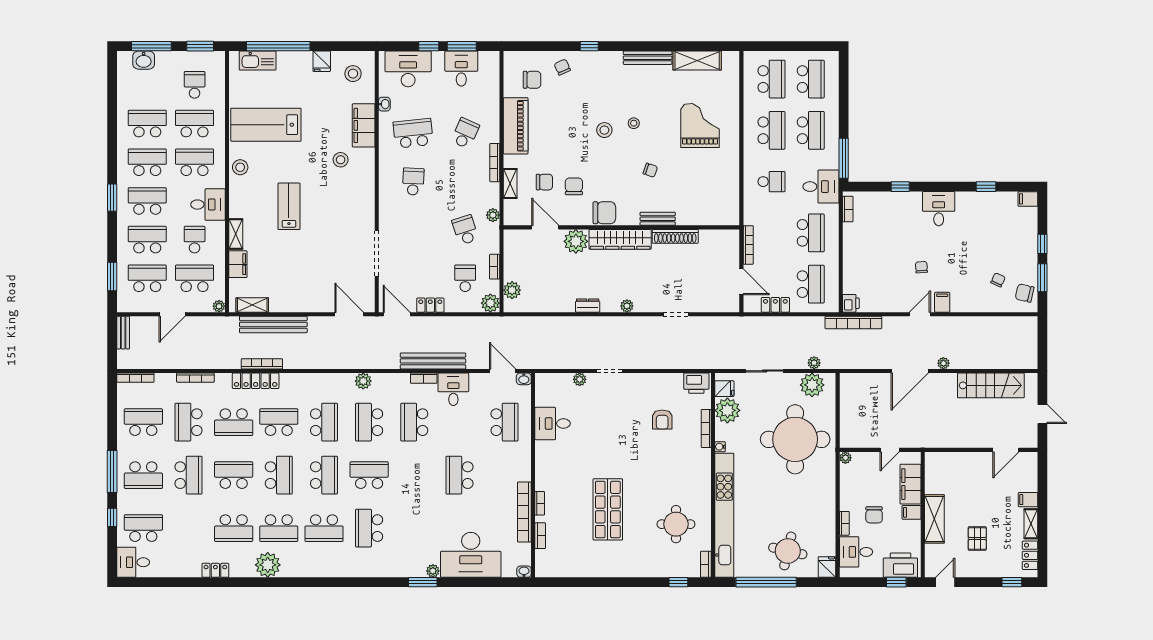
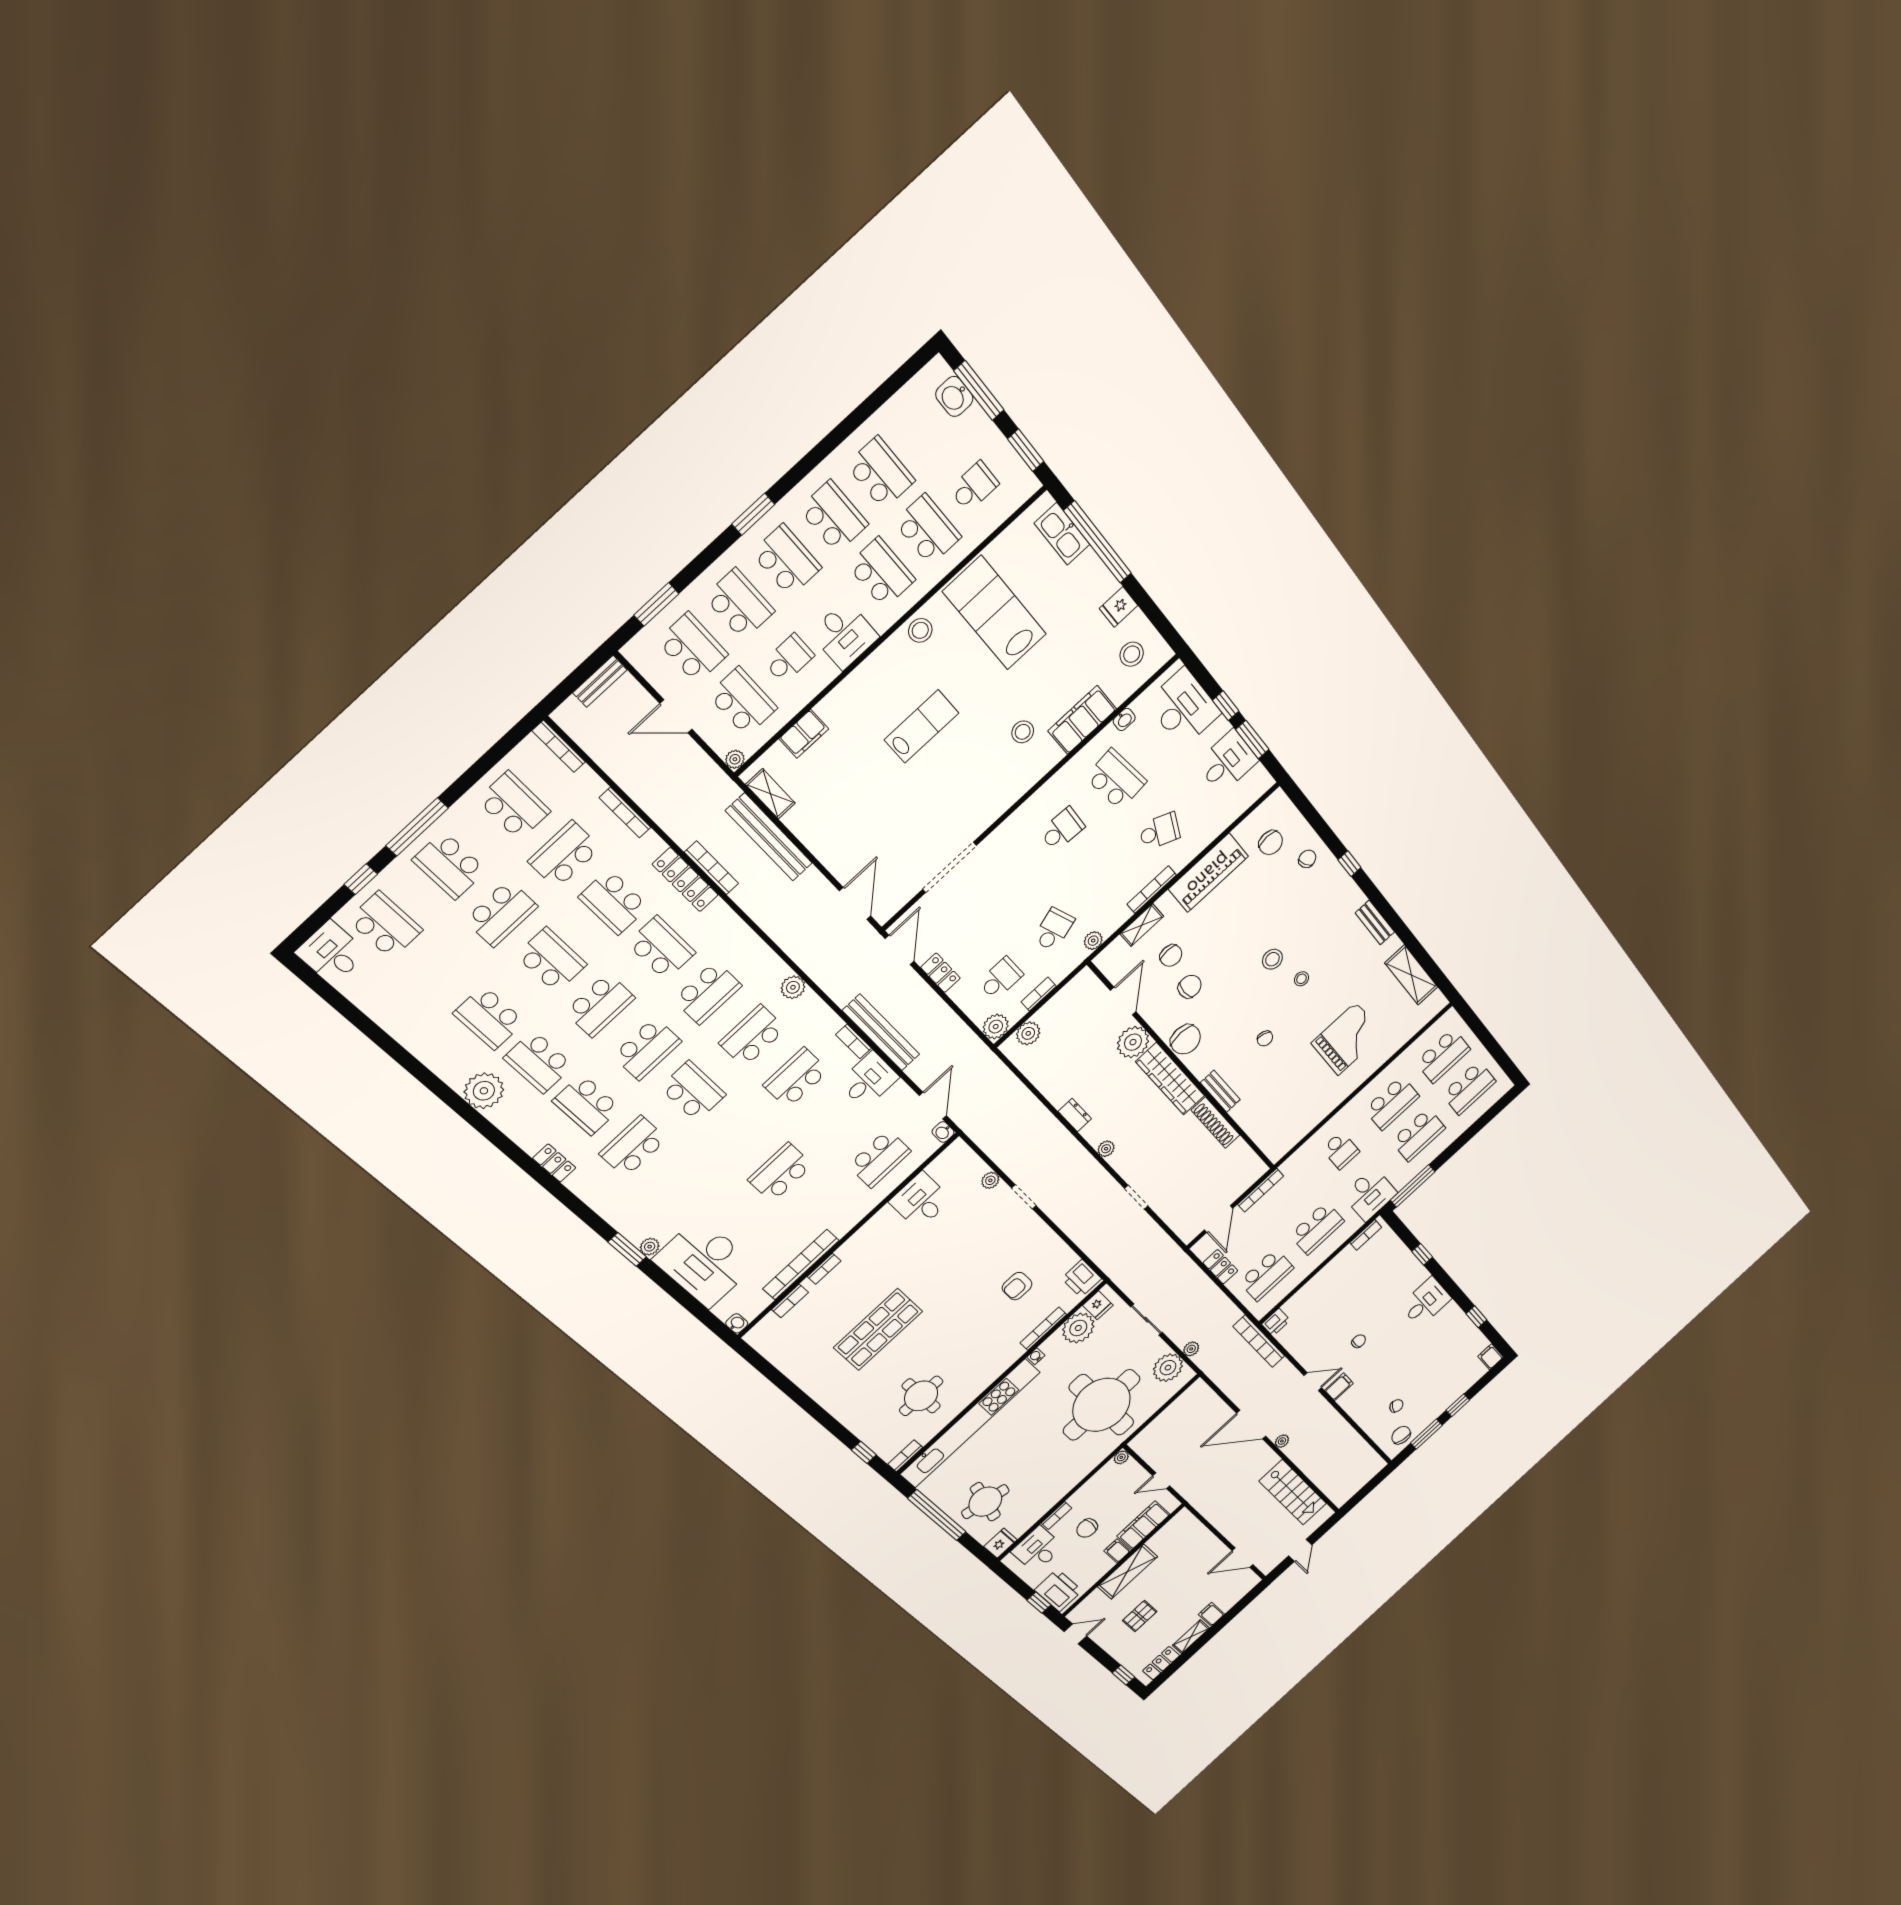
bench: (648, 58) -> (1375, 922), width x0.73
shelving: (236, 234) -> (837, 698), removed
locker: (215, 570) -> (554, 1163), moved

